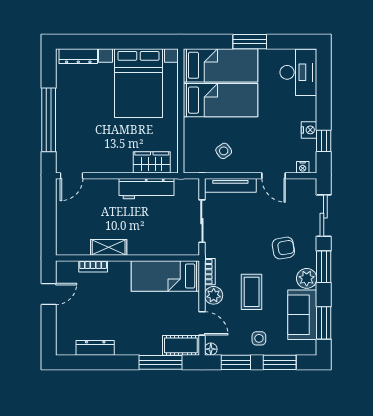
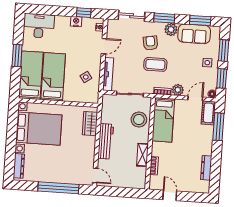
workbench: (146, 189) -> (106, 141), moved
stool: (163, 238) -> (139, 120), added
coffee table: (252, 292) -> (155, 64), moved

